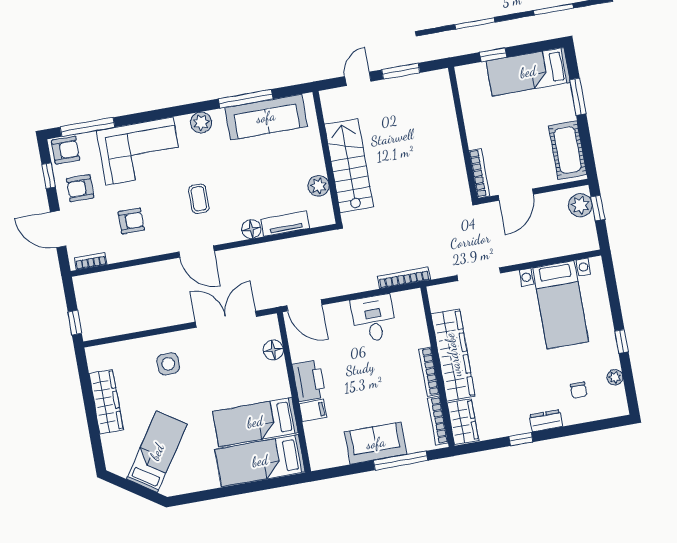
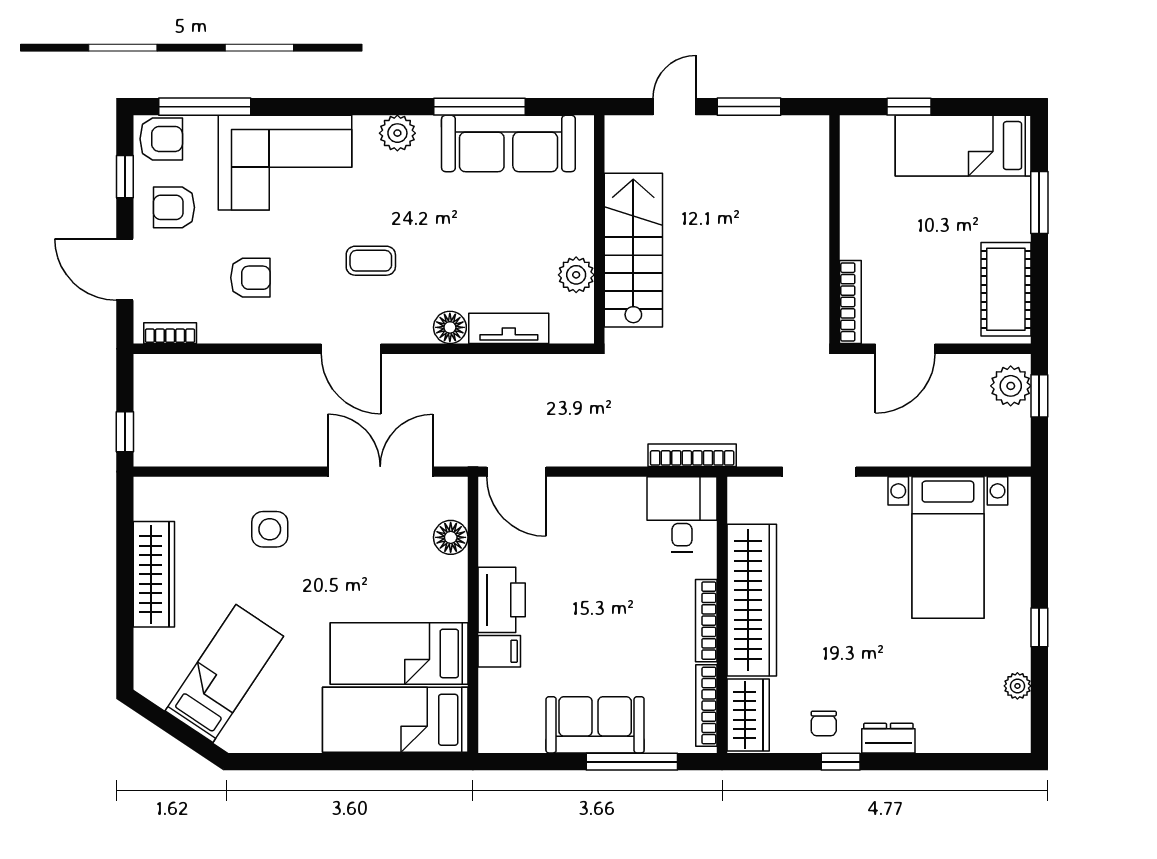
coffee table: (199, 199) -> (371, 261), turned 90
desk: (374, 318) -> (682, 514), moved
chair: (579, 390) -> (824, 724), moved

